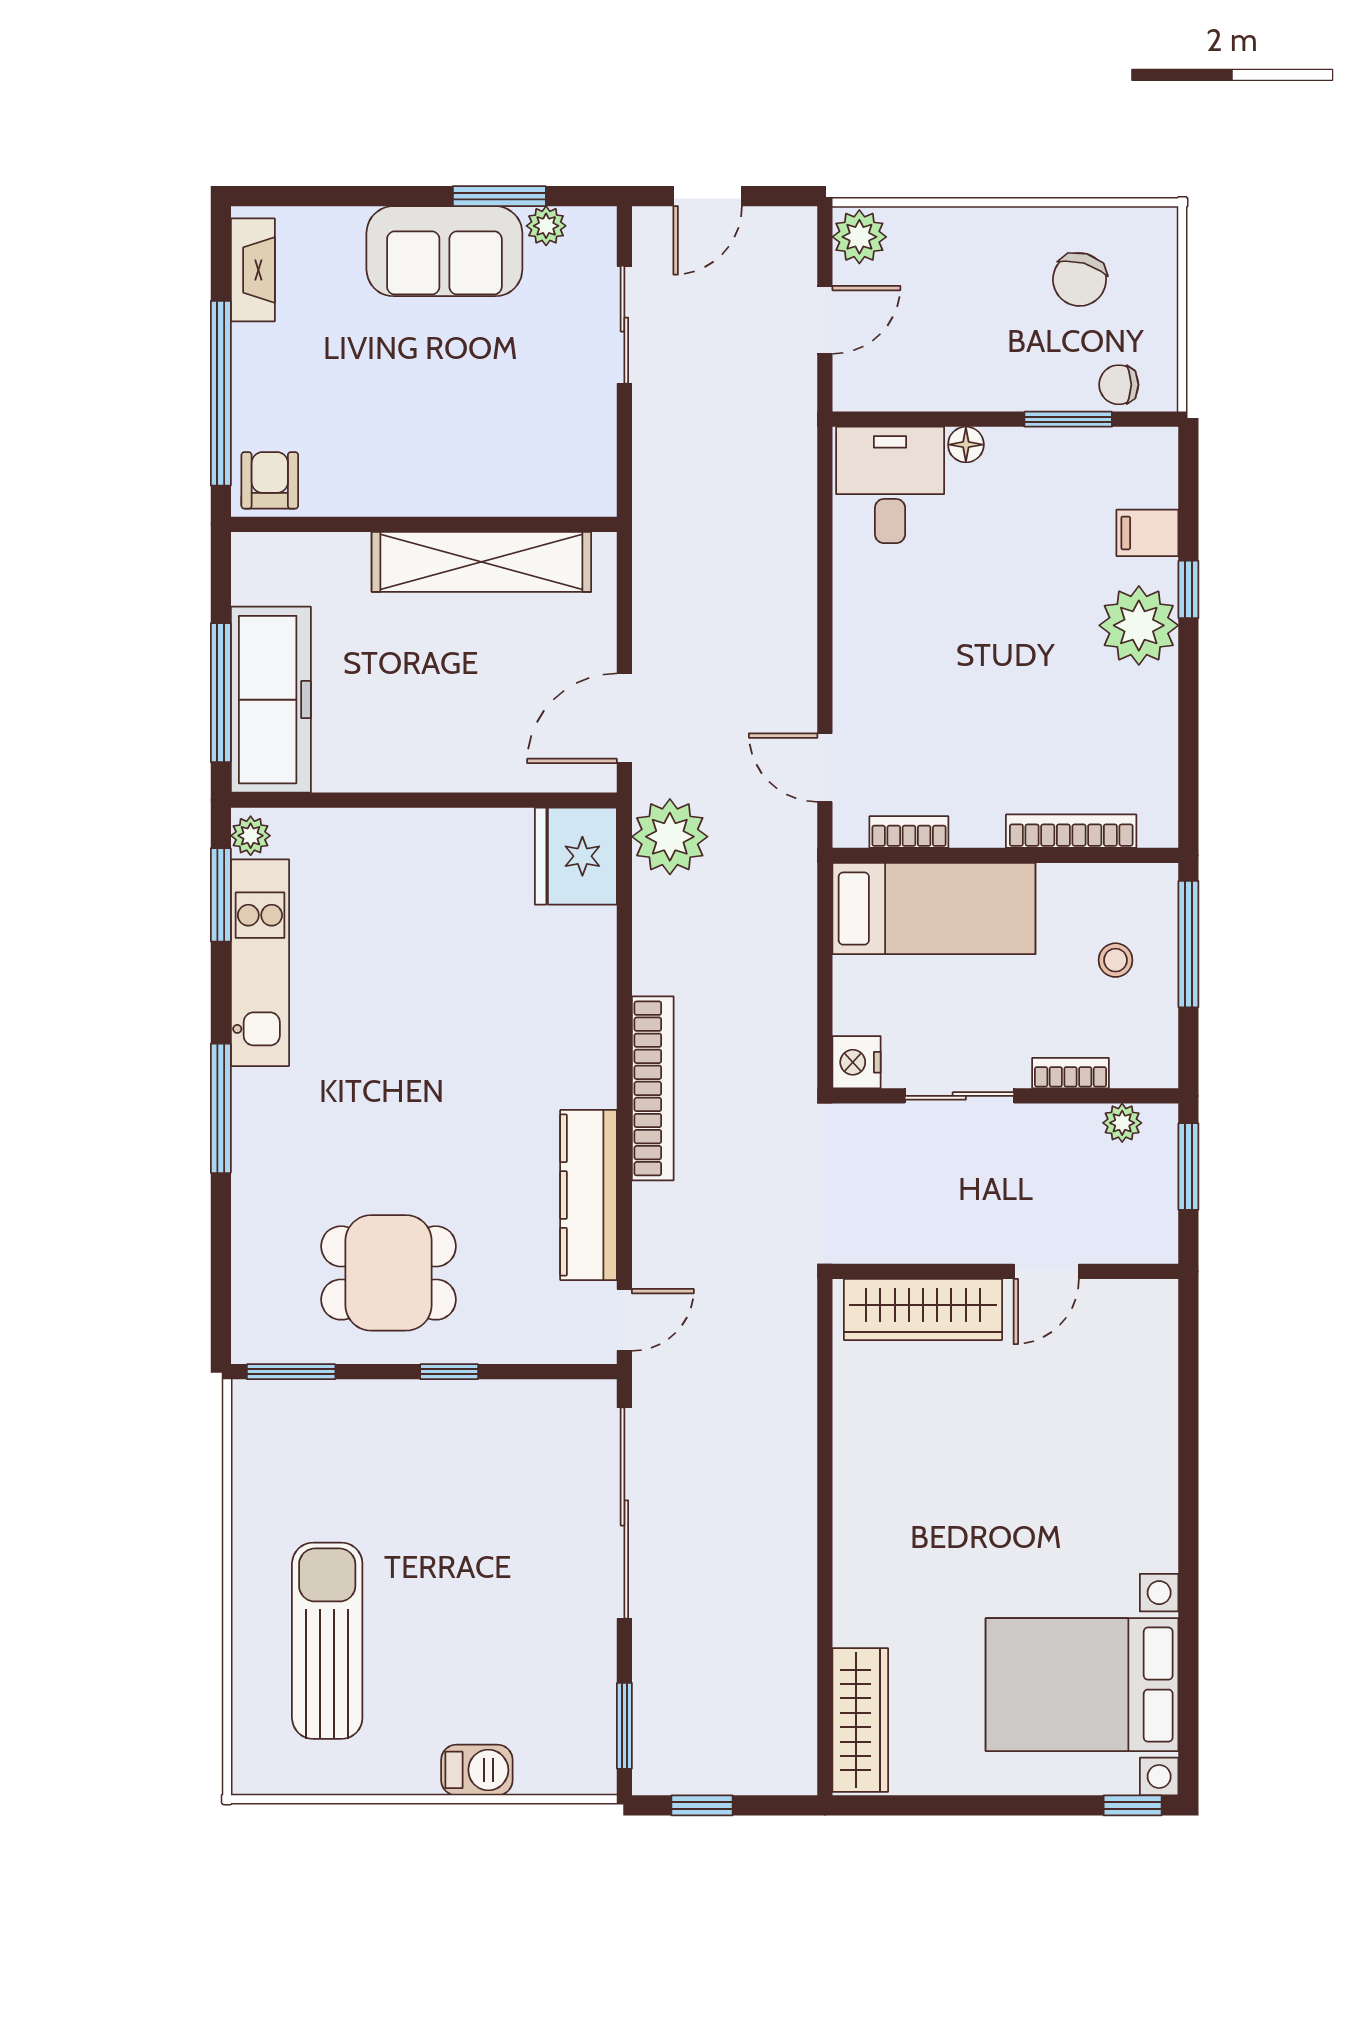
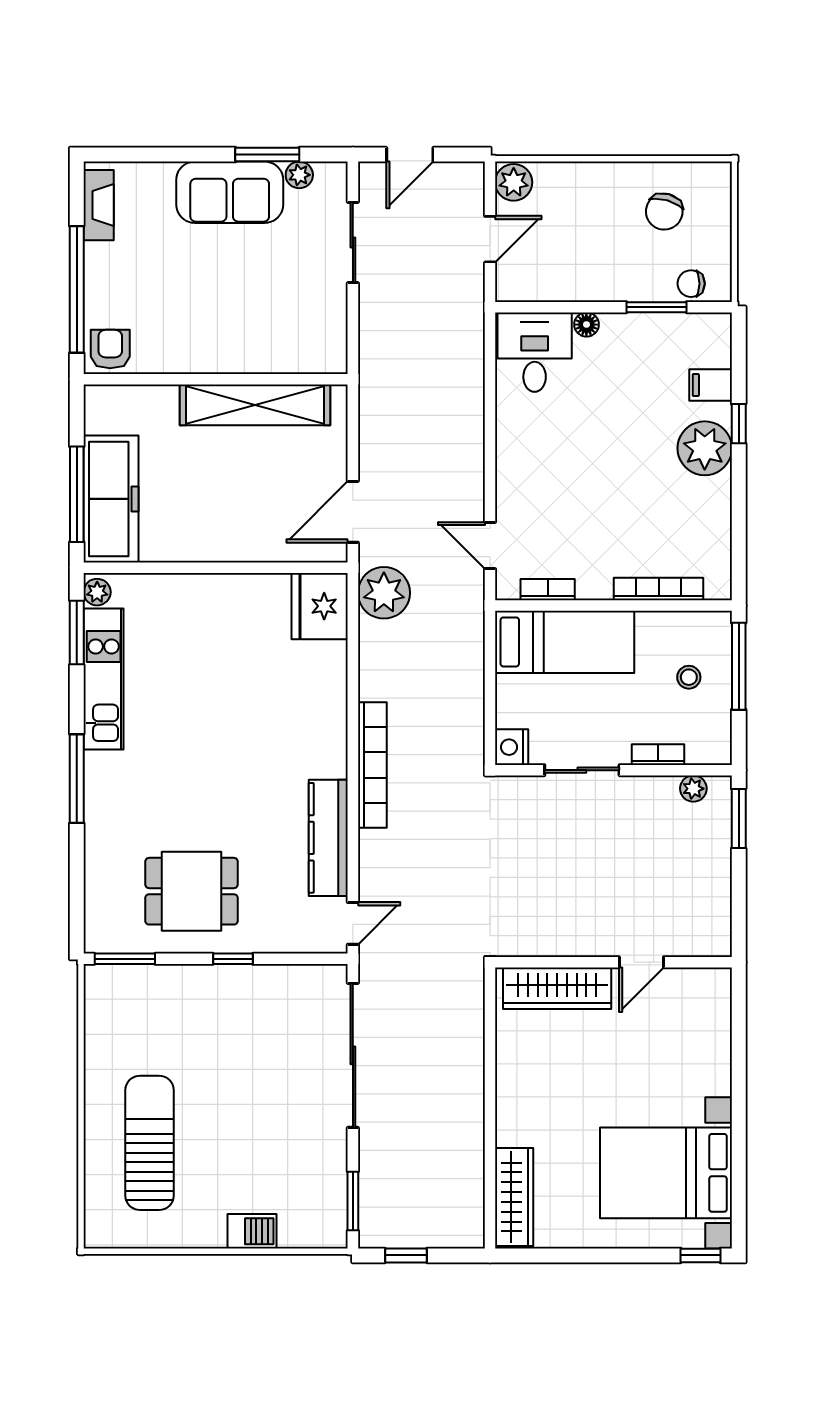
wall: (1005, 1271) -> (614, 962), moved
door: (1046, 1271) -> (641, 962), moved
wardrobe: (923, 1310) -> (557, 988), moved

